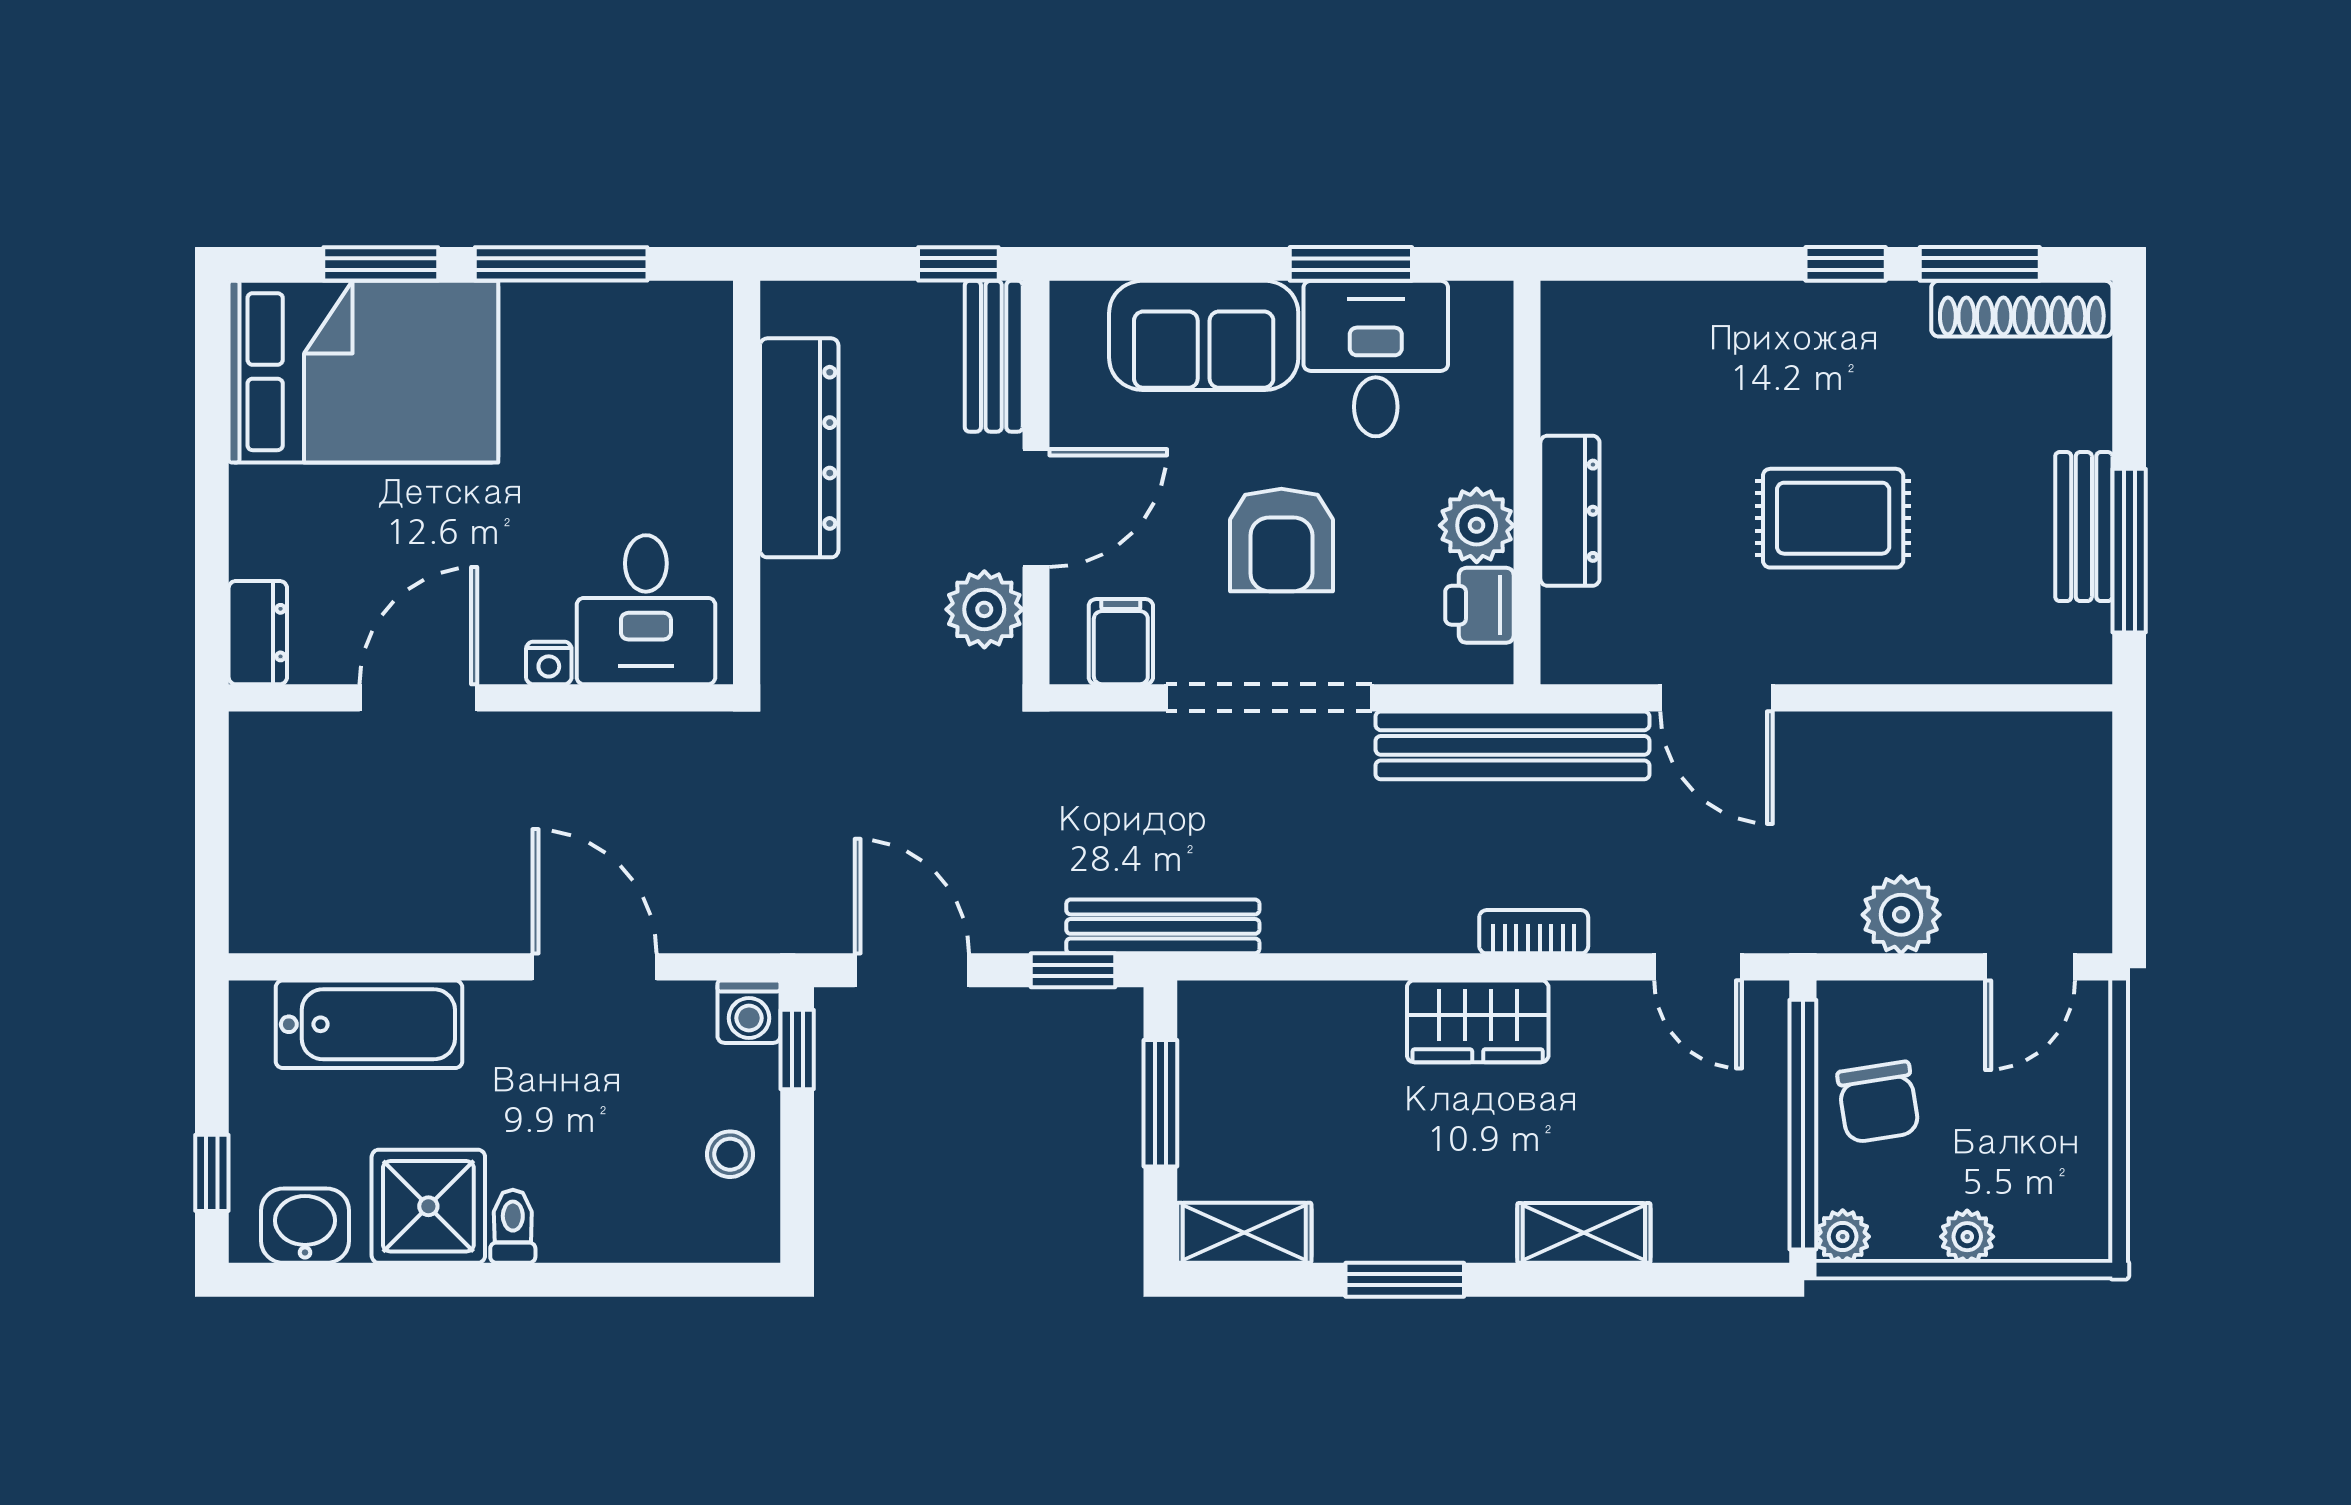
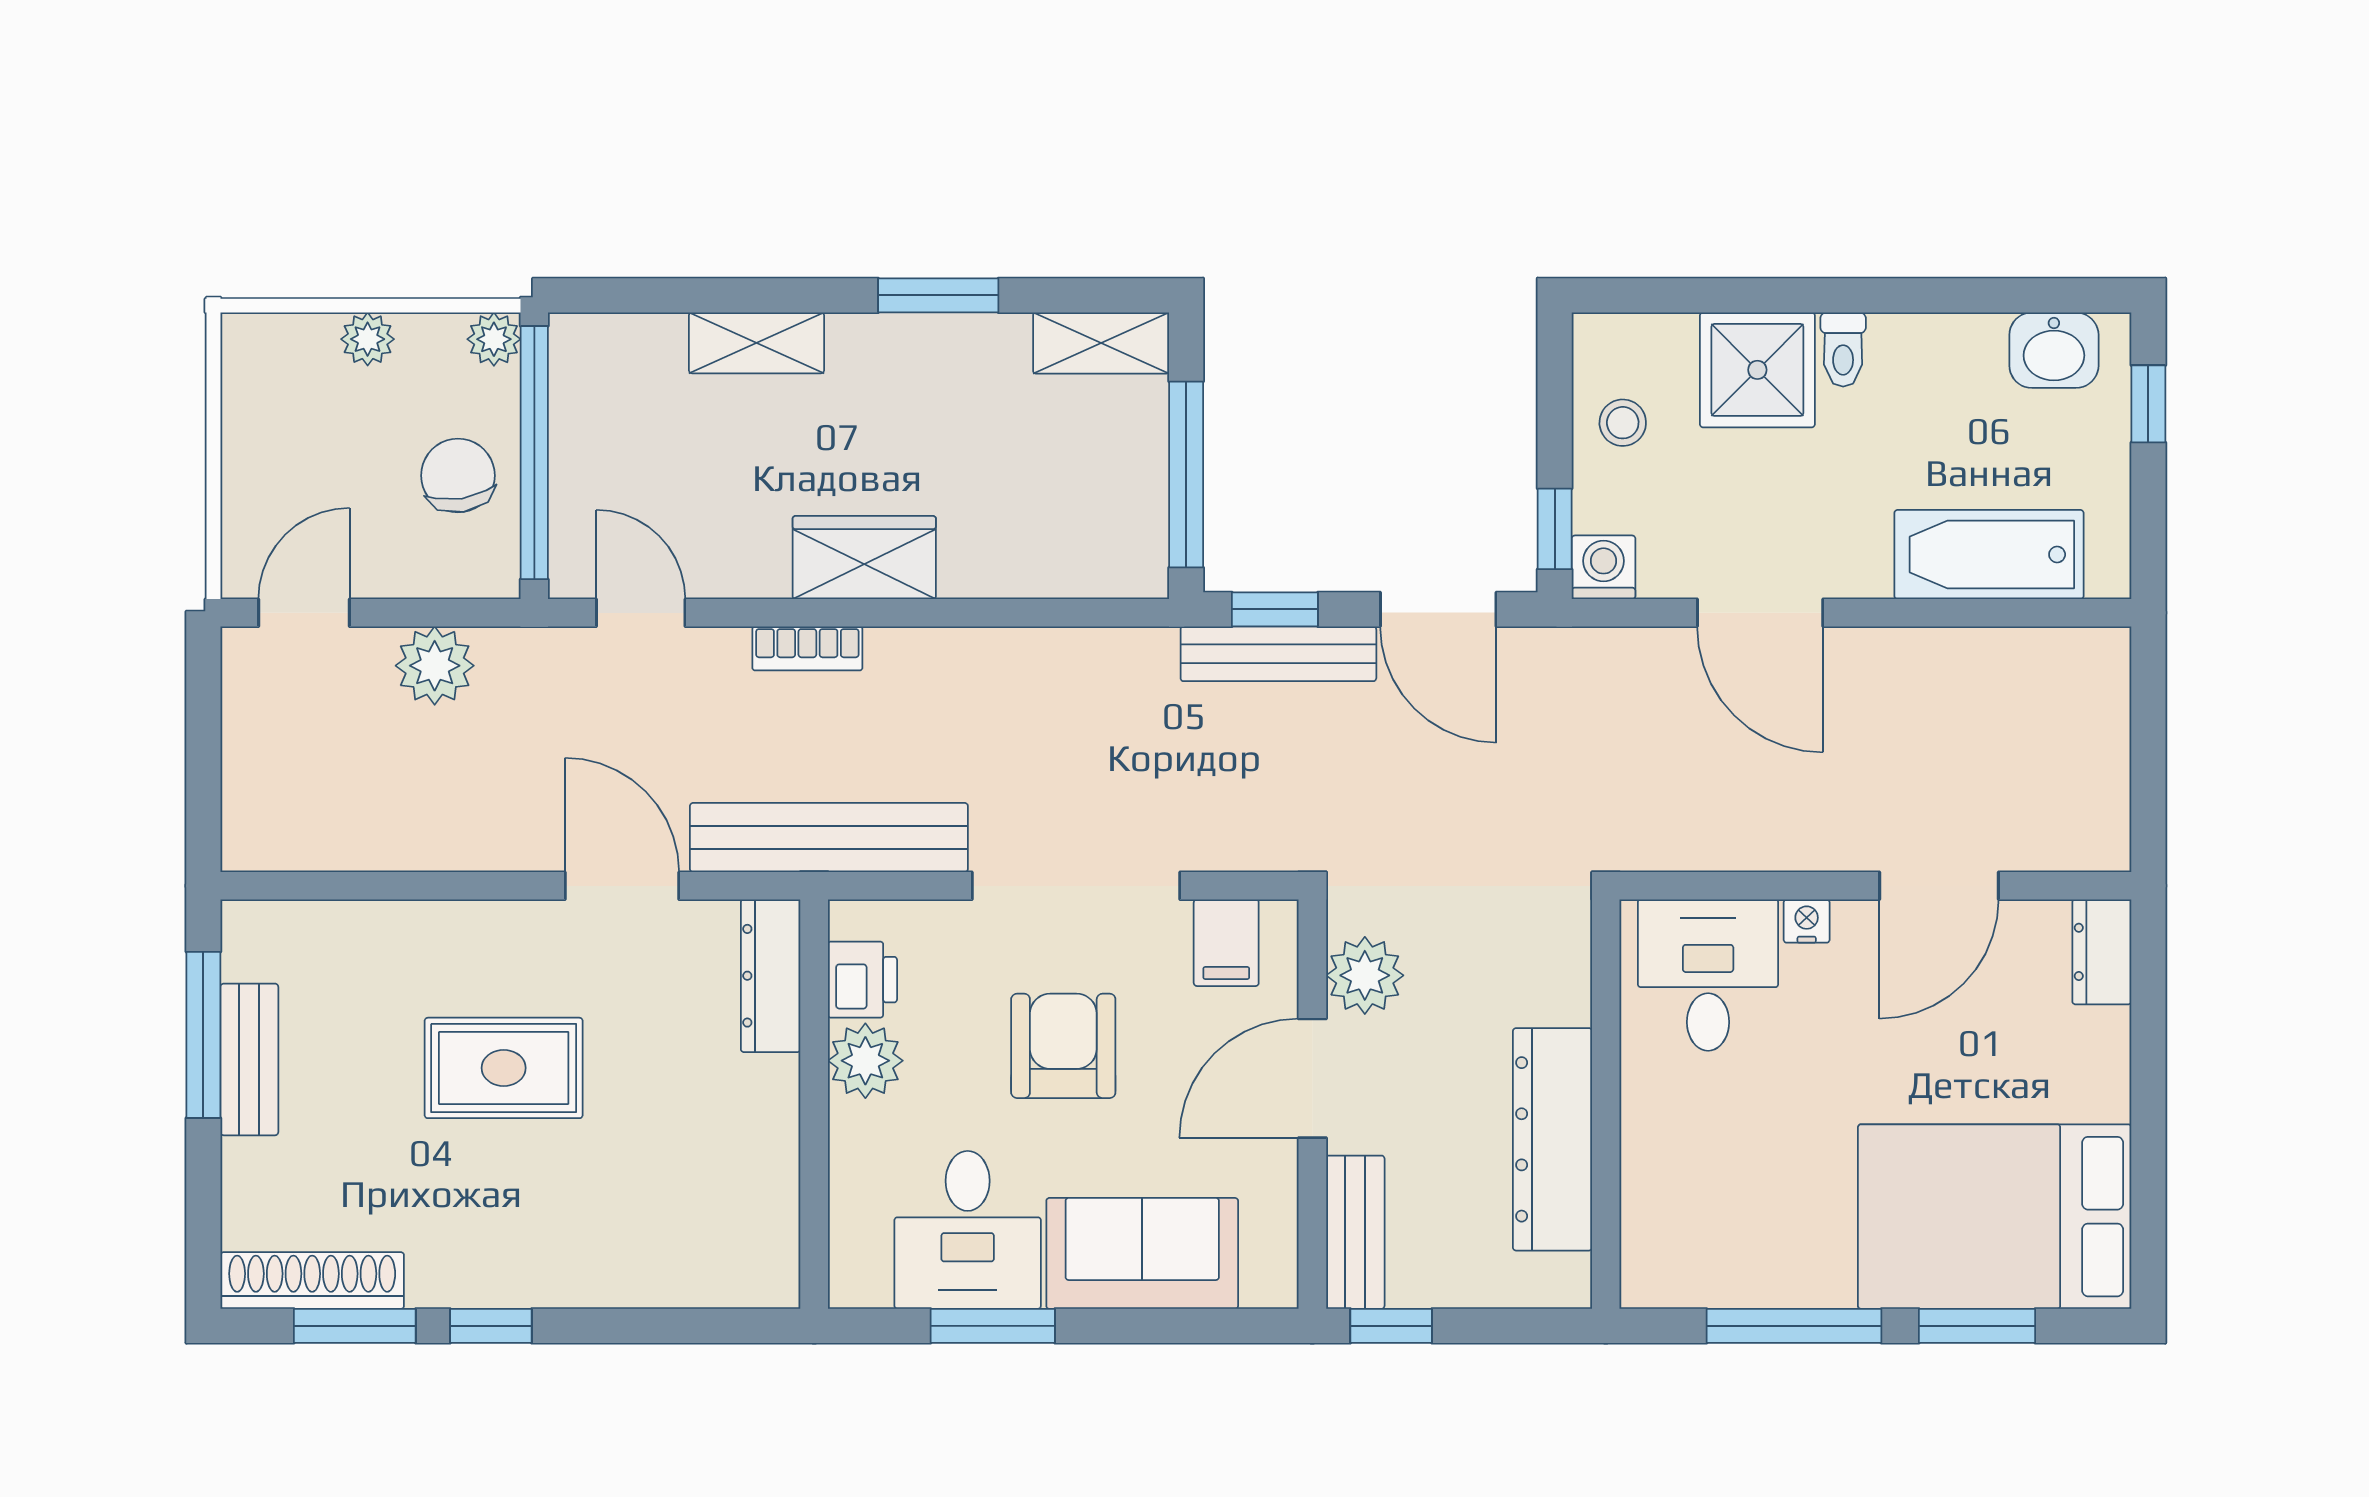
dresser: (1570, 511) -> (771, 976), moved
bench: (1163, 926) -> (1278, 654), moved
window: (1160, 1103) -> (1186, 474), width x1.44
shower: (428, 1206) -> (1757, 370), moved

